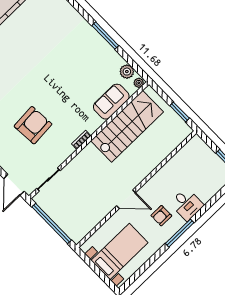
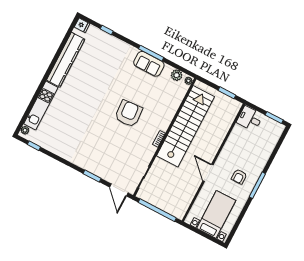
sofa: (111, 102) -> (149, 64), moved, turned -90
armchair: (33, 125) -> (129, 114), moved
stairs: (127, 126) -> (186, 126), width x1.36
door: (126, 199) -> (208, 173), swing flipped
desk: (187, 204) -> (250, 119), moved, turned 180

